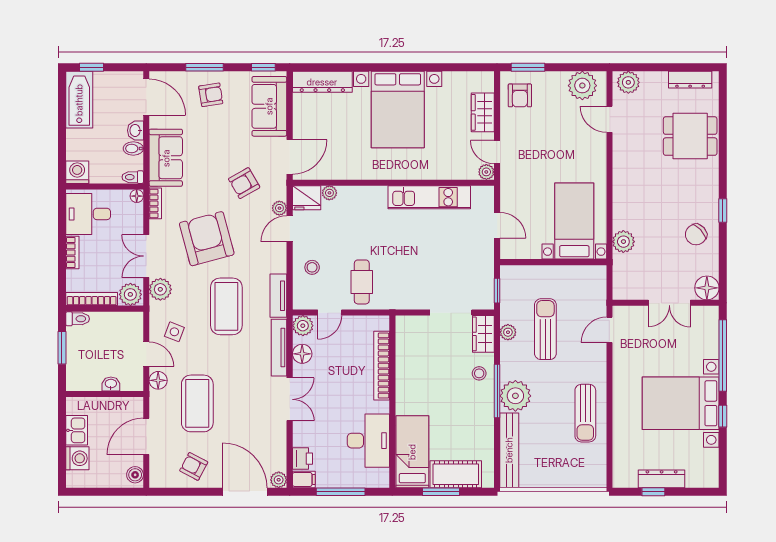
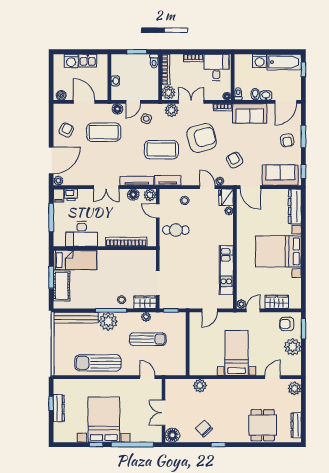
plant: (582, 86) -> (293, 347), moved
washing machine: (77, 172) -> (260, 61), moved, turned 90
bed with nightstands: (574, 221) -> (237, 353), moved, turned -90
sun lounger: (585, 413) -> (98, 363), width x1.36, depth x1.34

